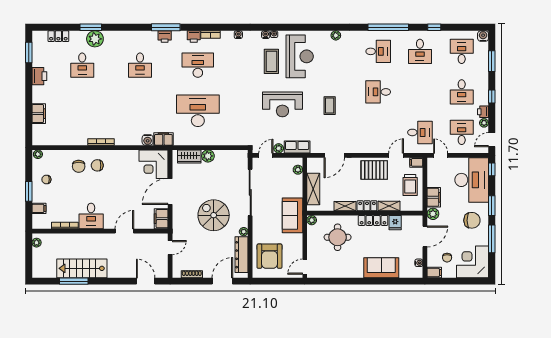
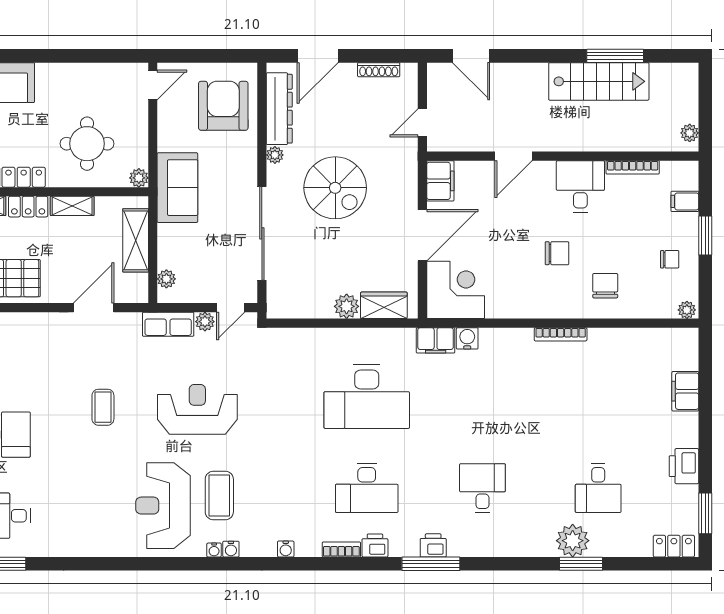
plant: (336, 35) -> (91, 548), removed
locker: (58, 36) -> (674, 546), moved
desk: (82, 65) -> (598, 488), turned 180
chair: (97, 165) -> (557, 253), moved

